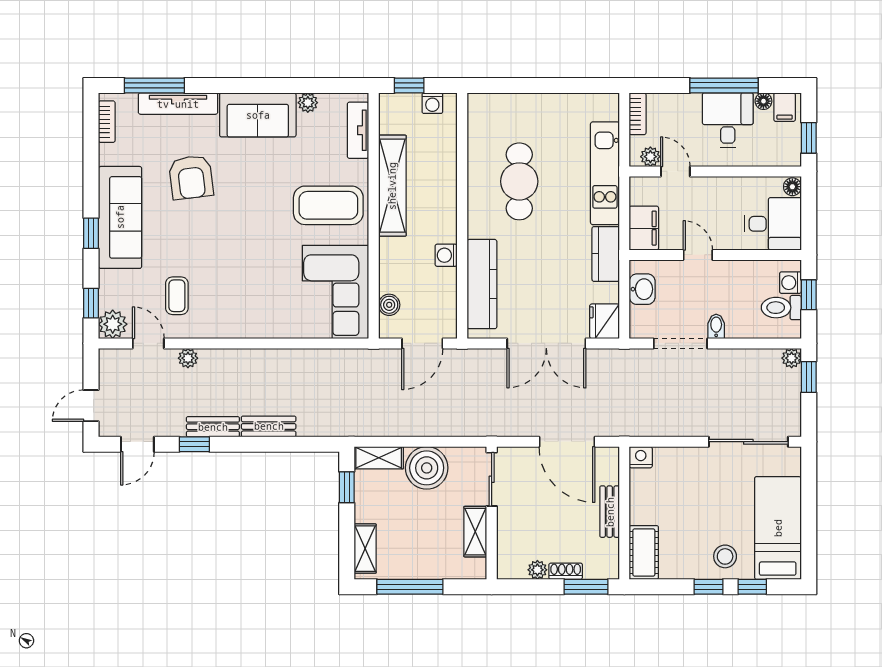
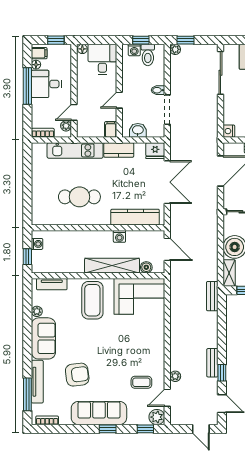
shelving: (392, 186) -> (112, 266), moved
filing cabinet: (644, 228) -> (111, 129), width x0.50
bench: (269, 426) -> (212, 296), moved

